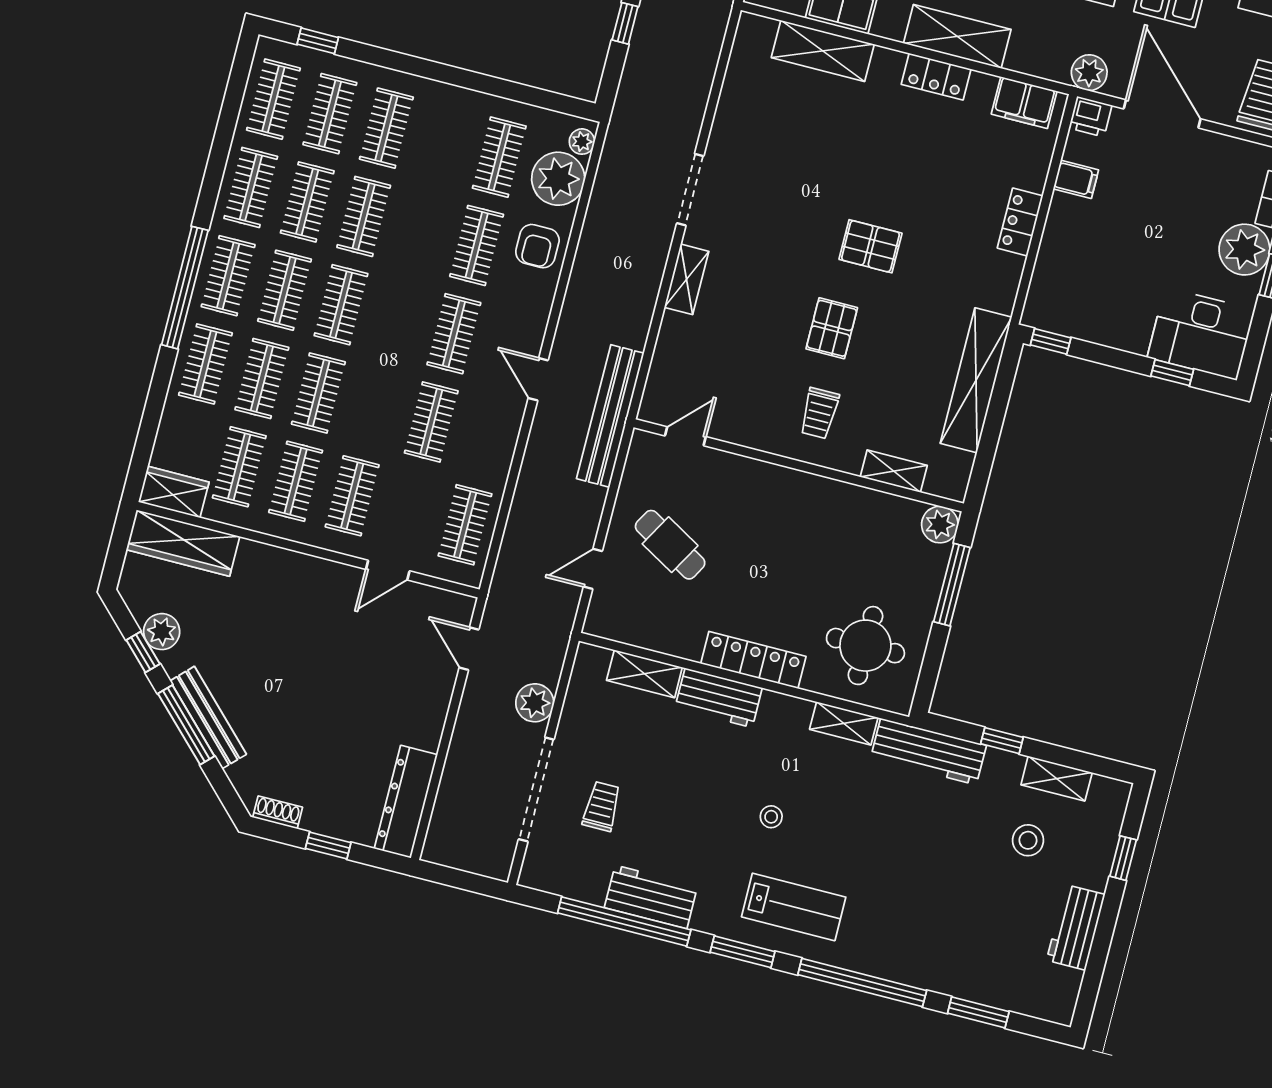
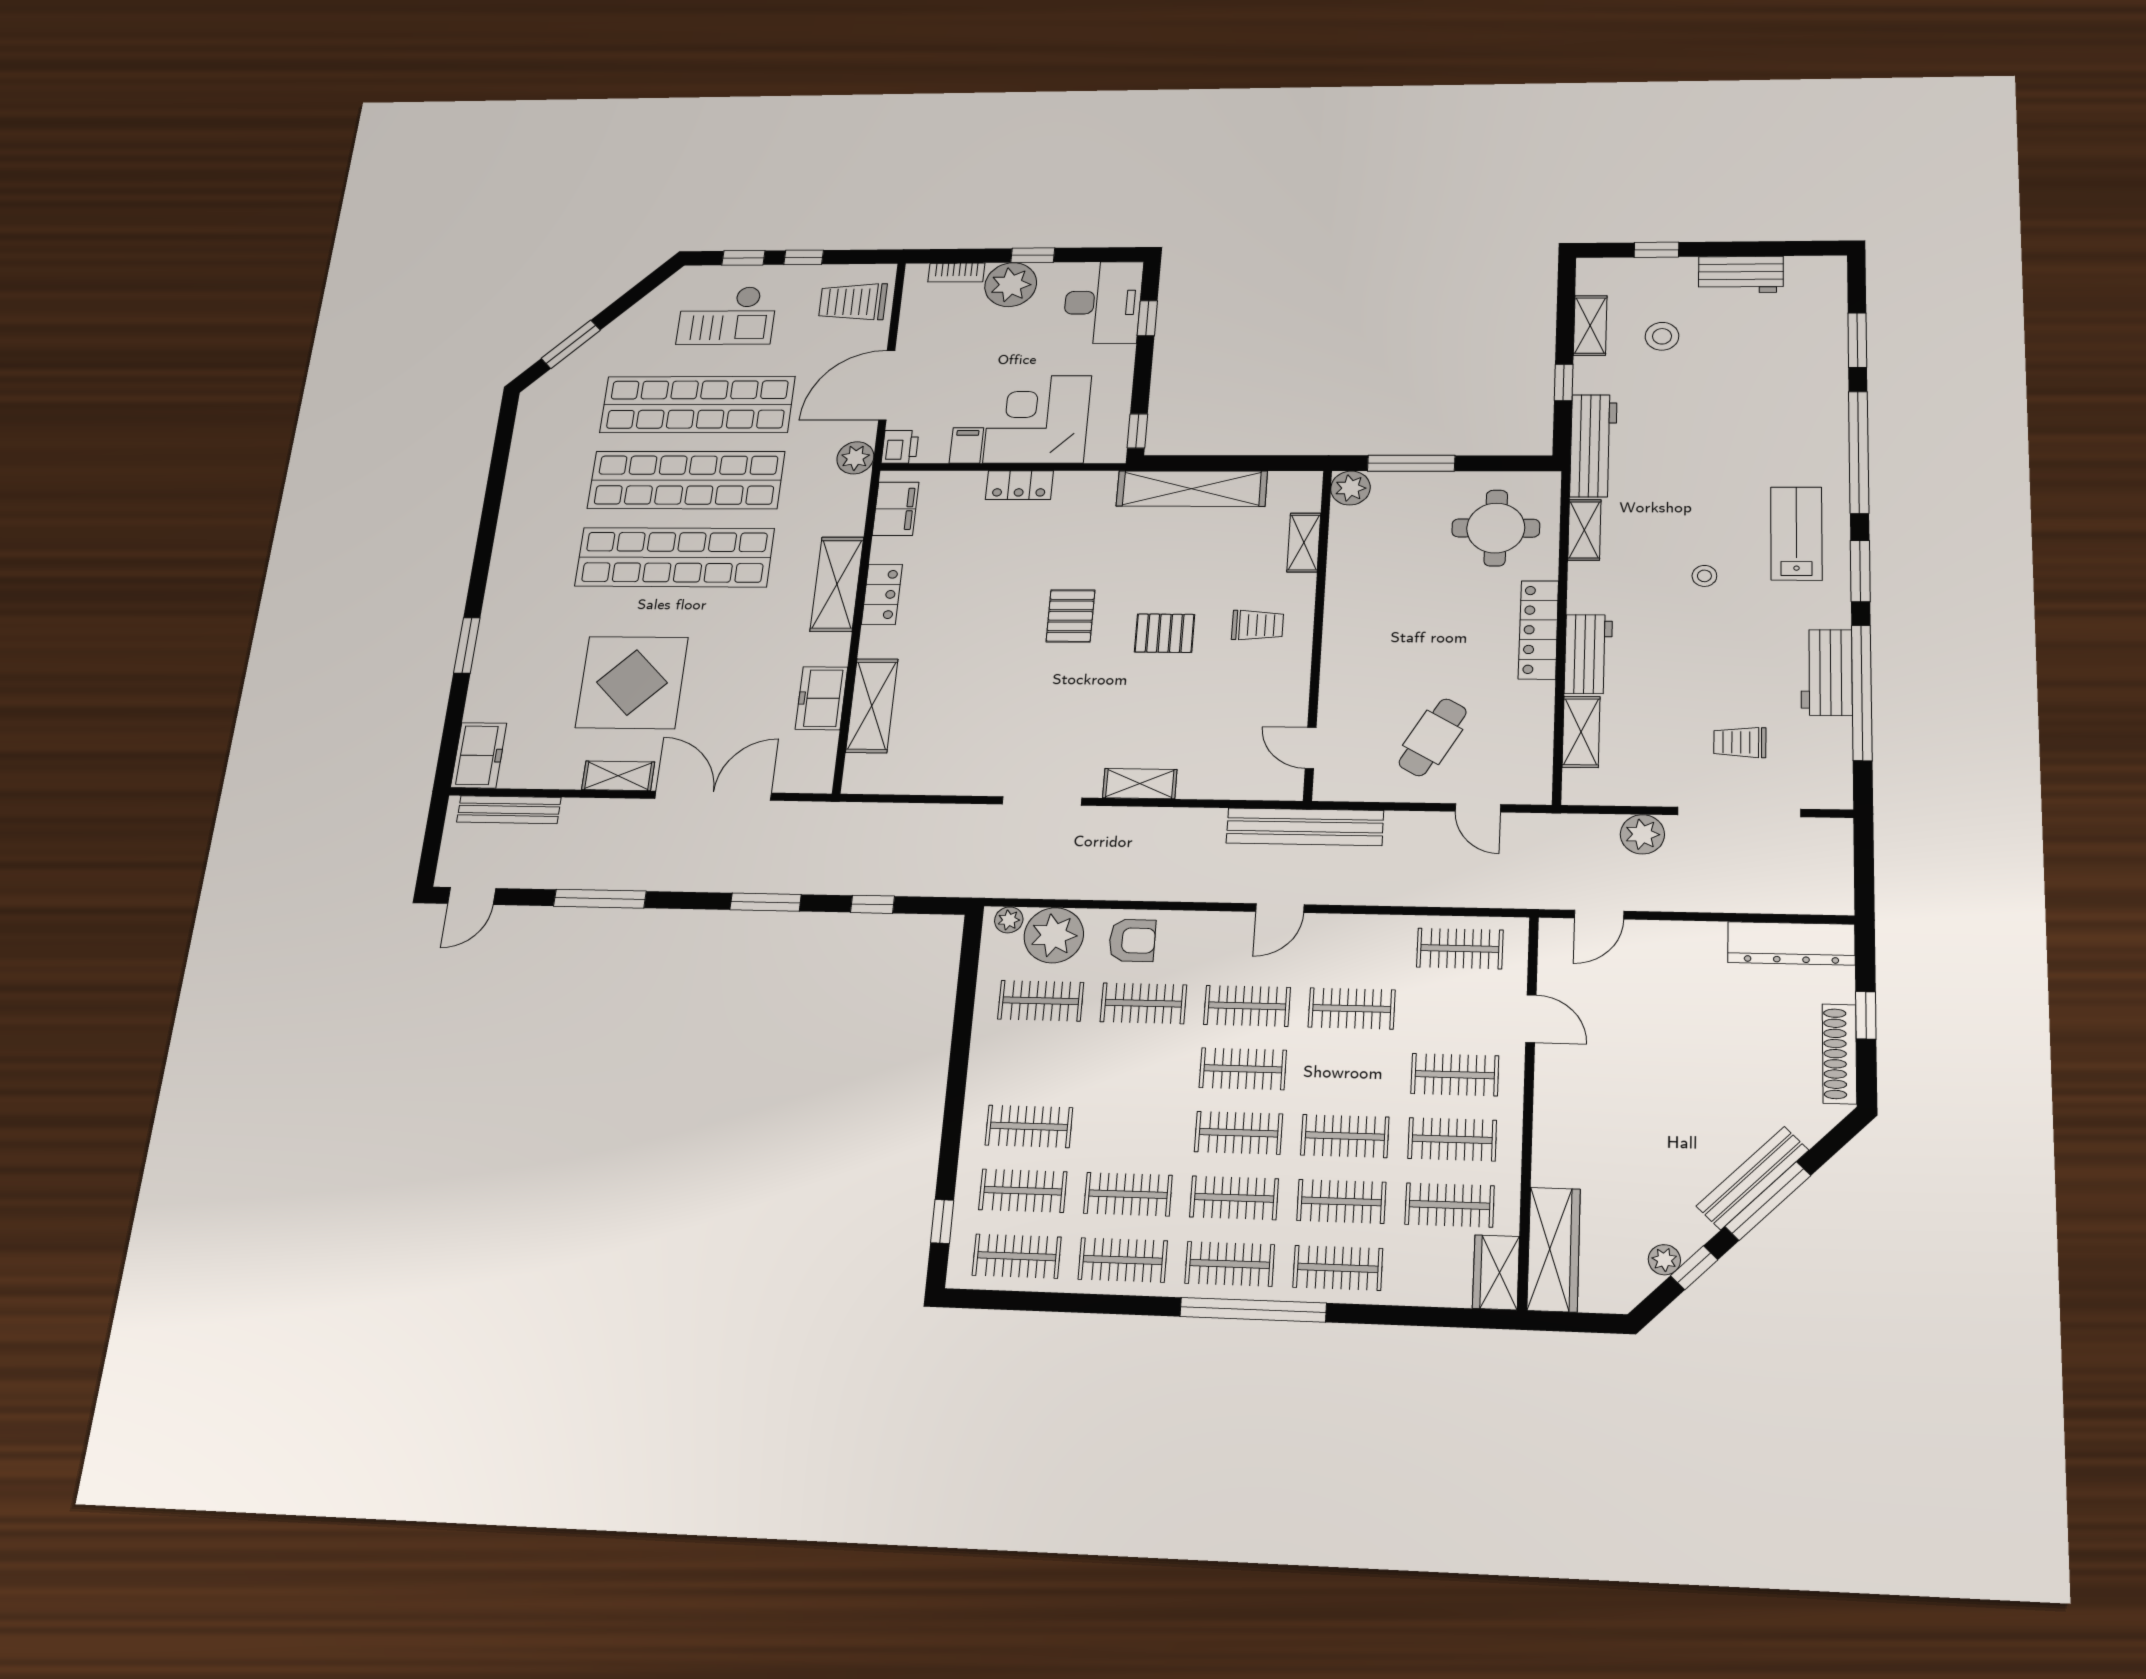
clothes rail: (364, 216) -> (1243, 1069), moved
corner desk: (1087, 250) -> (1037, 419), added
plant: (162, 632) -> (1664, 1260), width x0.73, depth x0.73
shoe rack: (278, 812) -> (1839, 1054), width x1.94, depth x1.24

